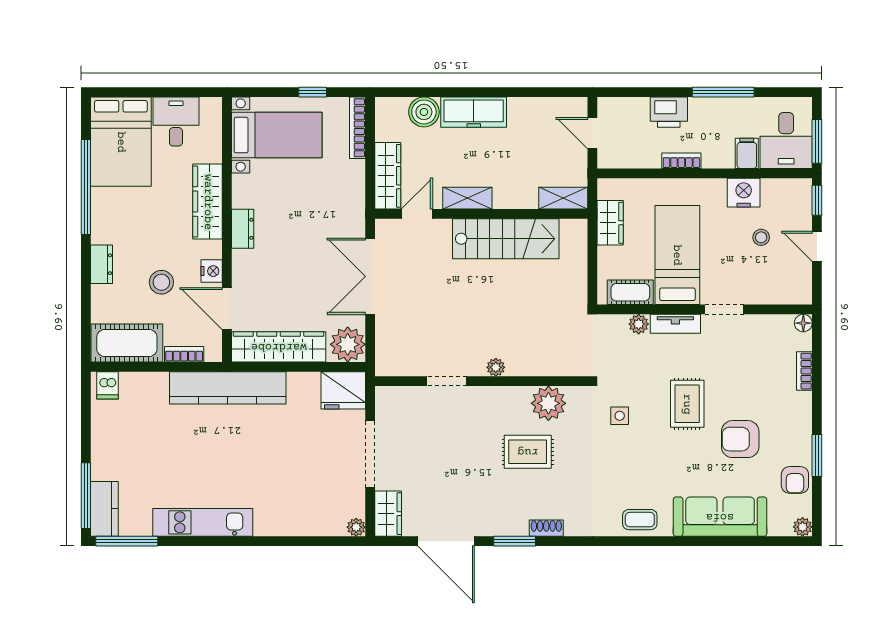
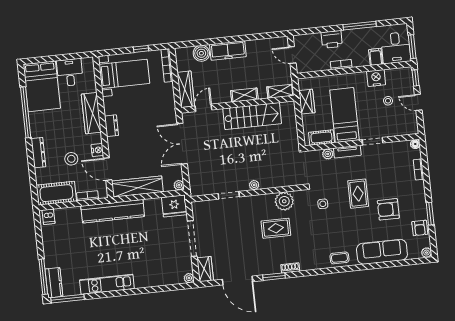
shelving: (467, 198) -> (244, 95), moved
dresser: (102, 264) -> (38, 153), width x1.44
plant: (348, 344) -> (179, 185), width x0.53, depth x0.53

